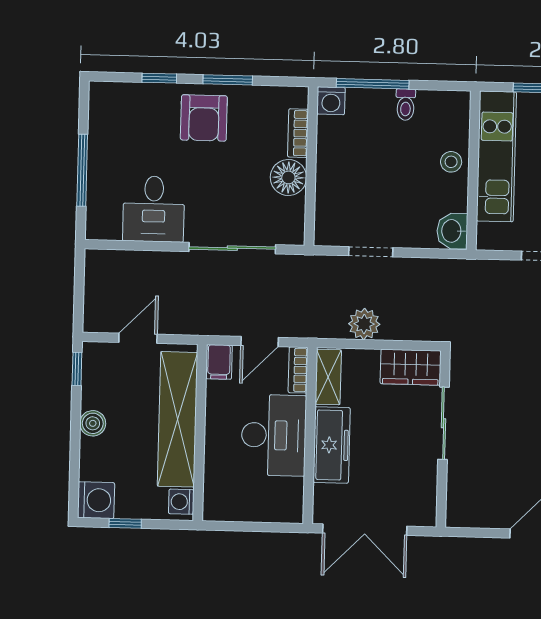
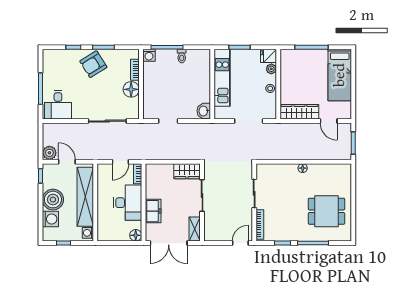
armchair: (204, 118) -> (93, 64), turned 58
stool: (451, 162) -> (202, 81), removed
desk: (154, 209) -> (58, 105), moved
plant: (364, 324) -> (49, 153), moved
door: (138, 338) -> (67, 162), hinge flipped
filing cabinet: (219, 362) -> (103, 171), removed
shelving: (328, 377) -> (195, 229), moved
boiler: (93, 423) -> (53, 200), width x1.86, depth x1.86
freezer: (332, 445) -> (153, 211), width x0.71
washing machine: (96, 500) -> (50, 219), moved
floor lamp: (290, 510) -> (136, 235), added

